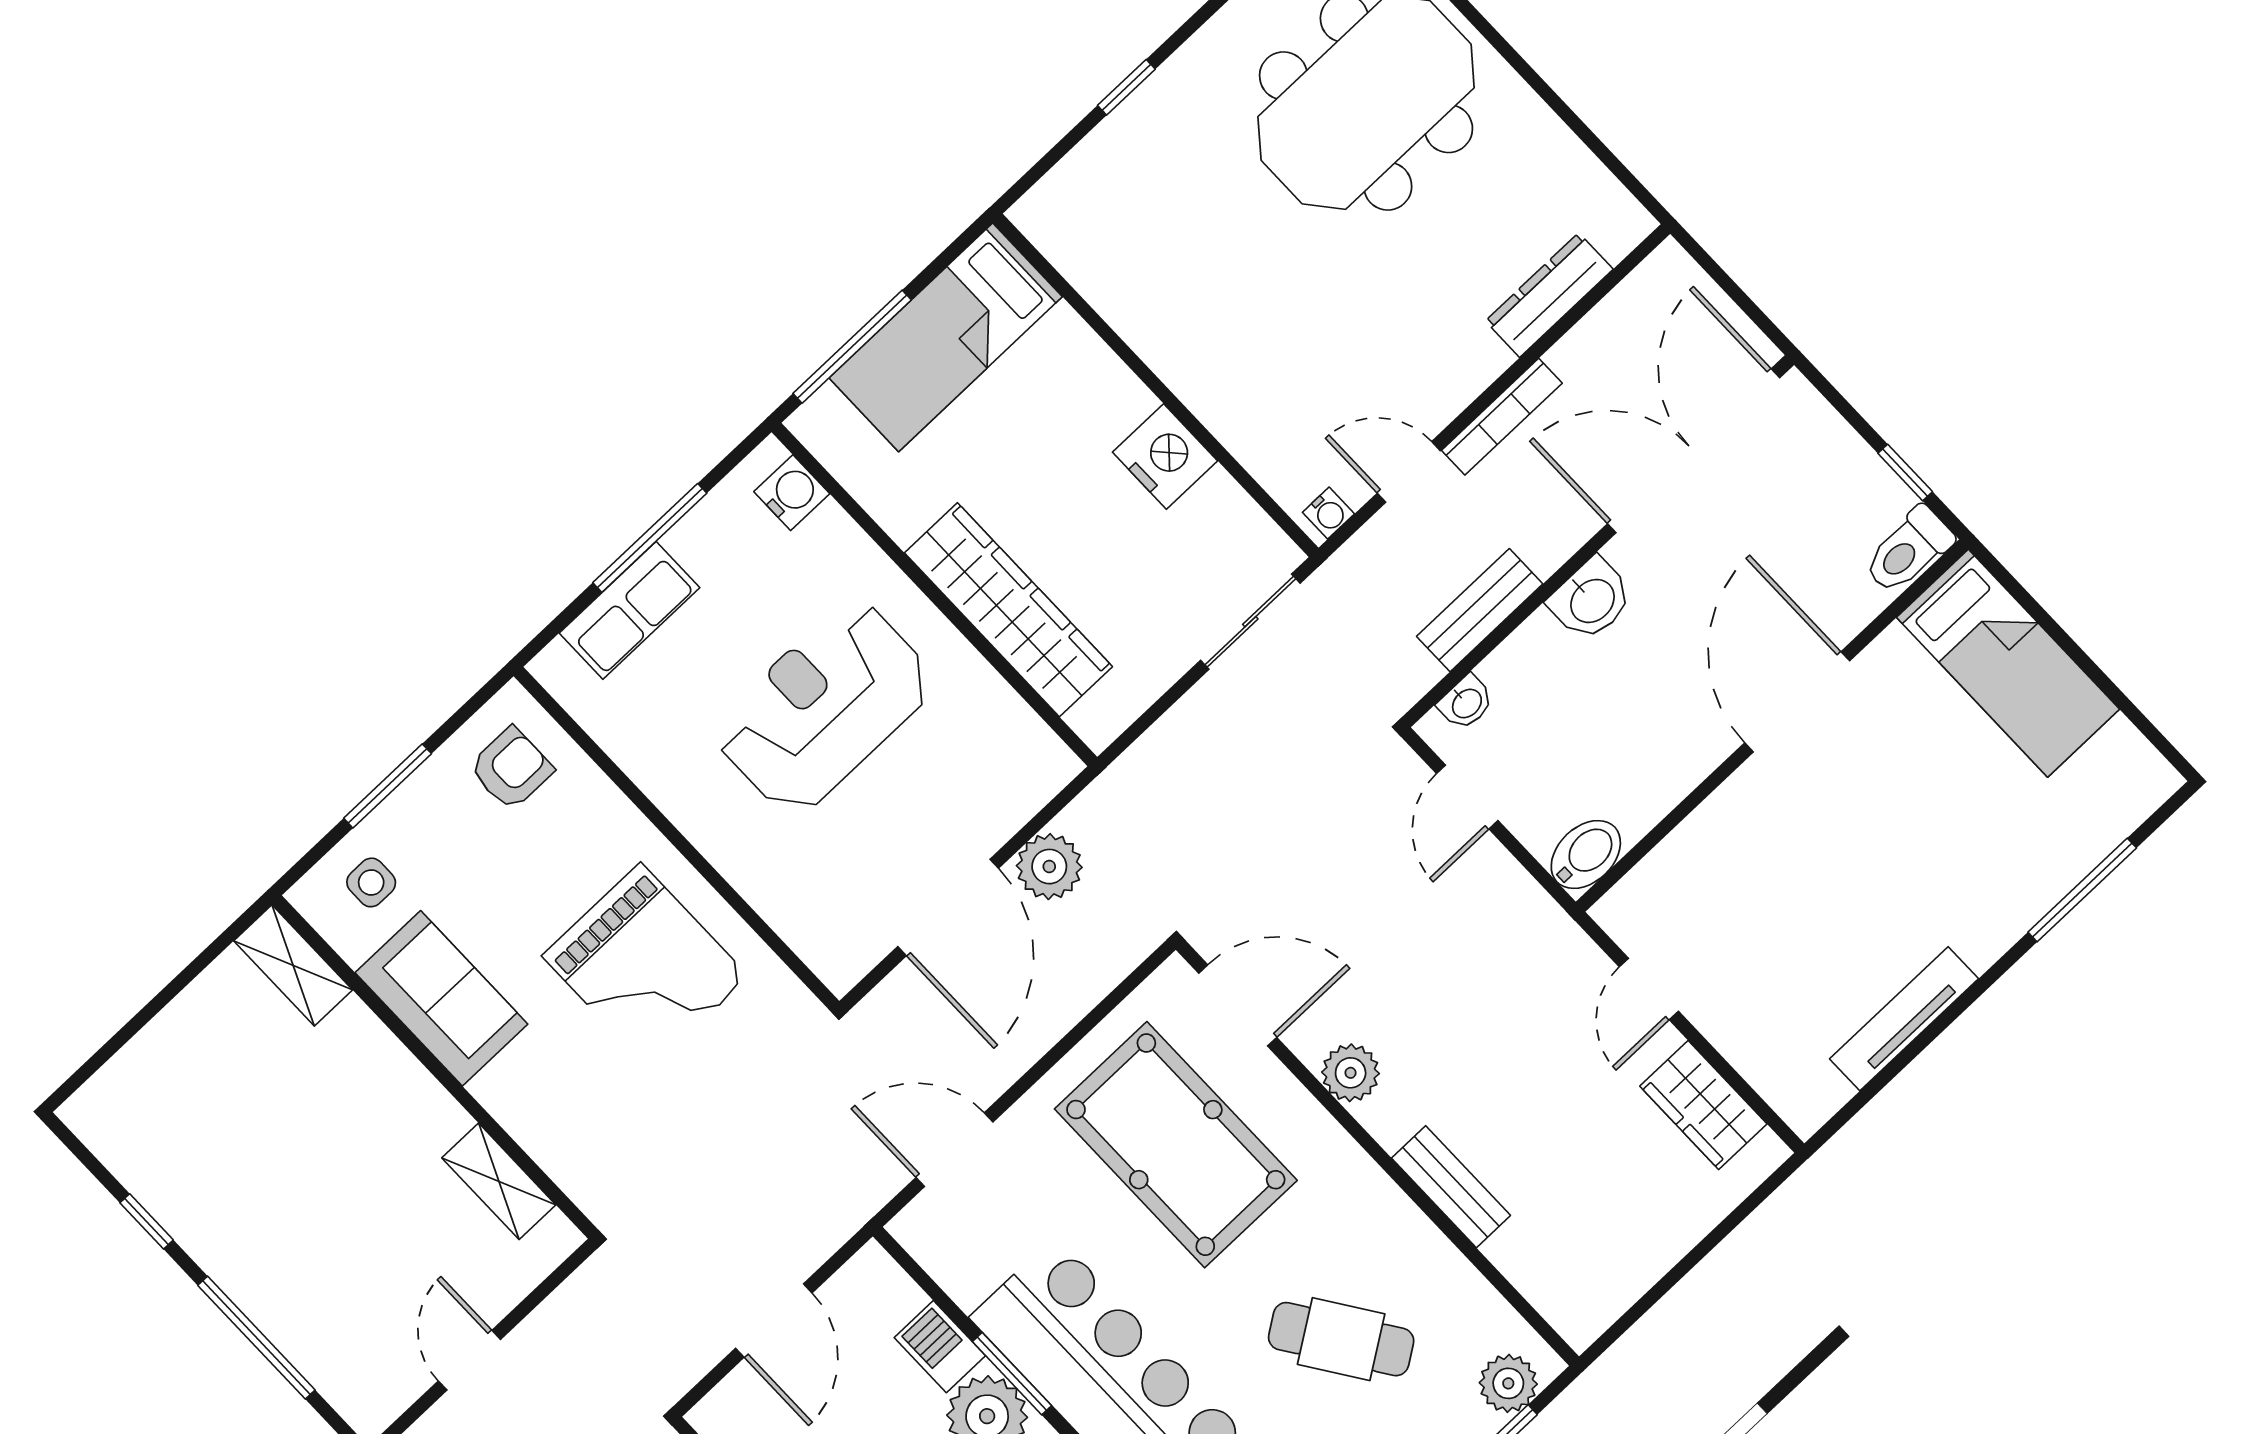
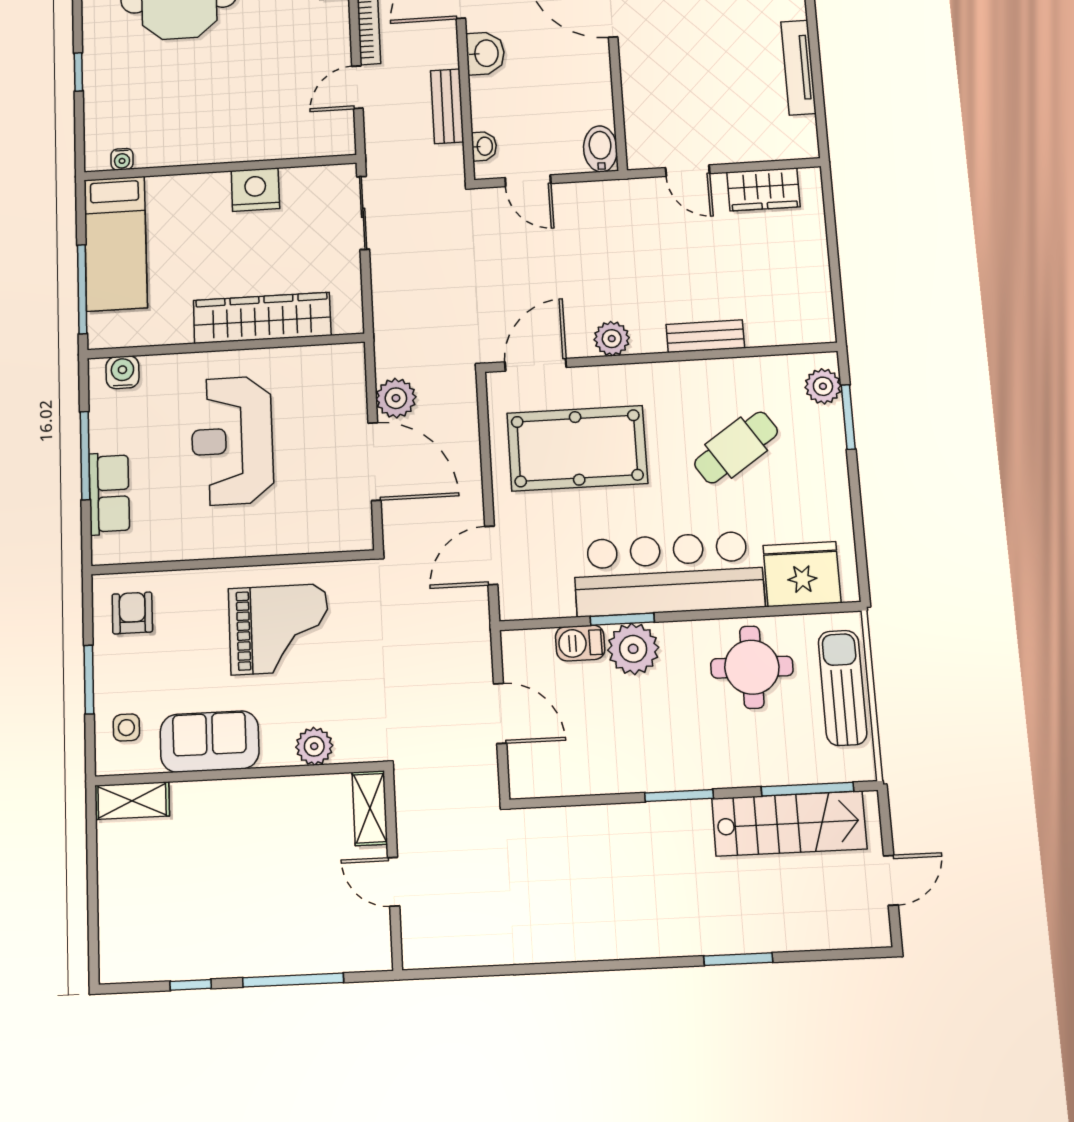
water cooler: (1328, 513) -> (122, 159), moved, turned 90
plant: (544, 1130) -> (314, 746), added
shelving: (499, 1181) -> (370, 808), moved, turned 90

